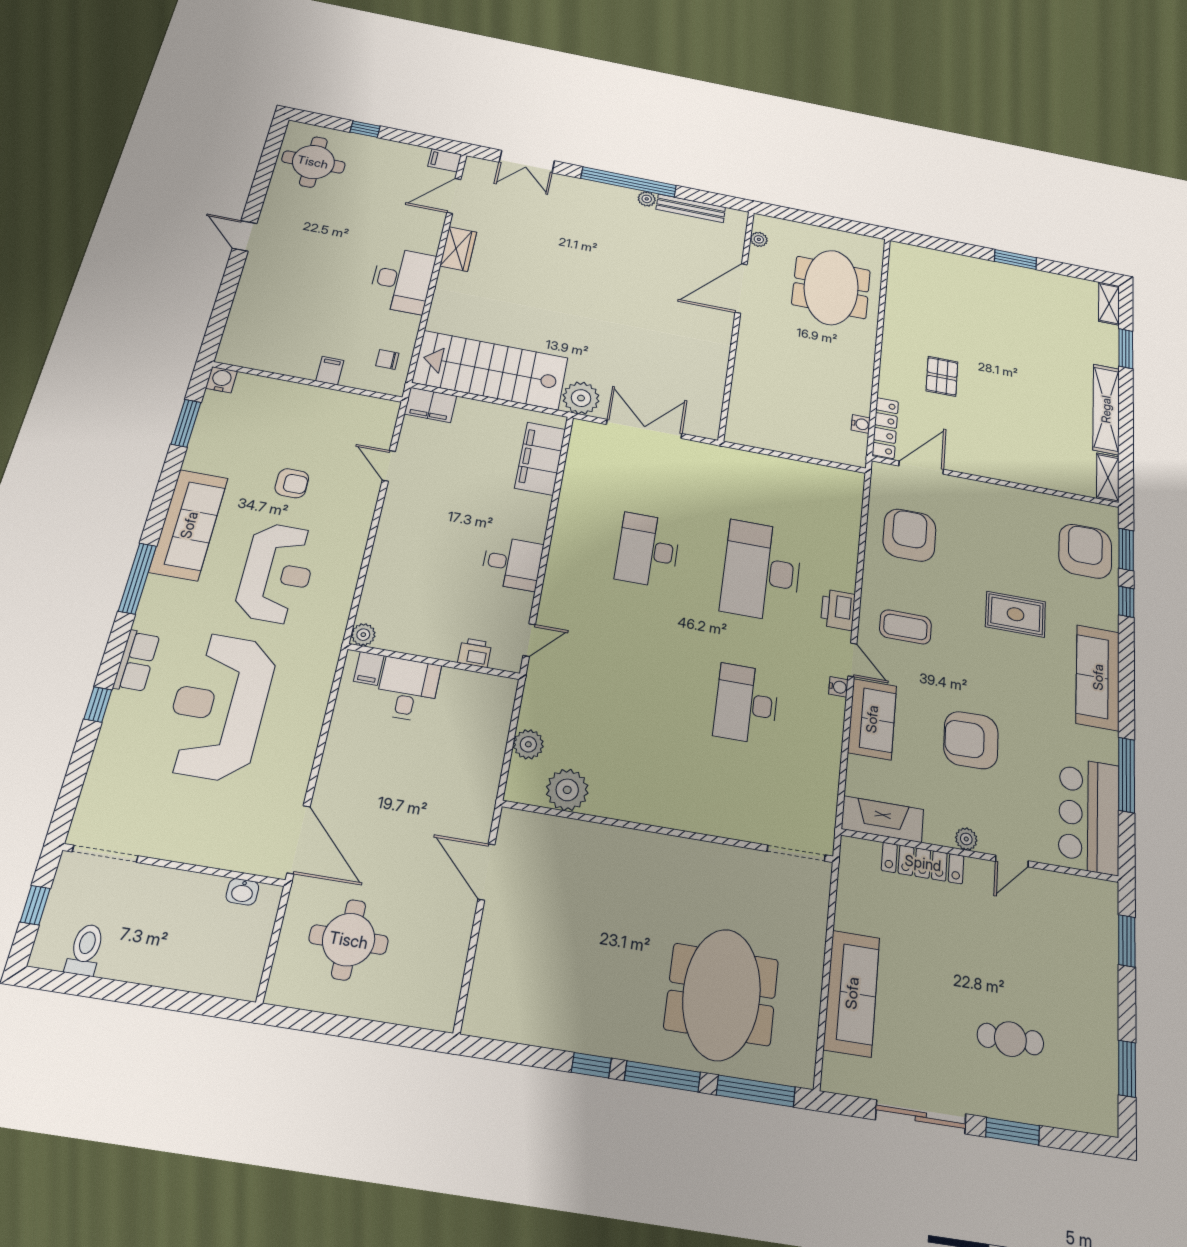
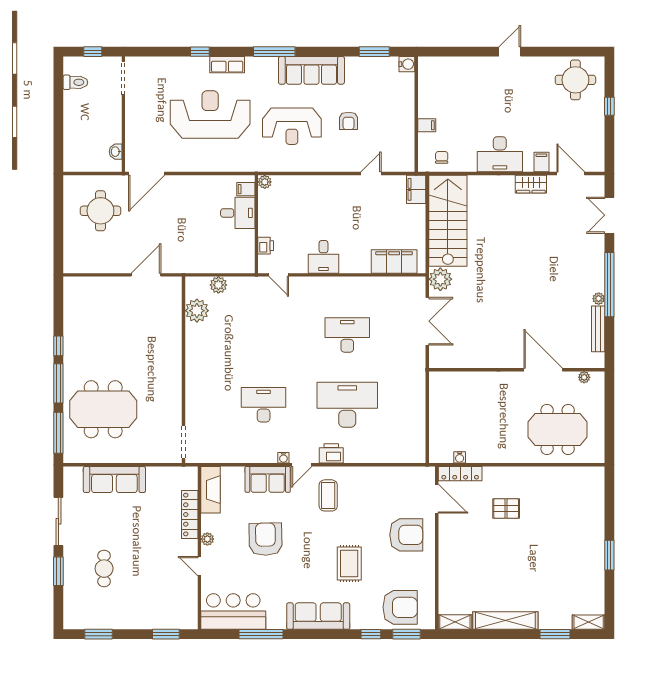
filing cabinet: (445, 160) -> (541, 162), moved
armchair: (909, 535) -> (406, 535), moved

